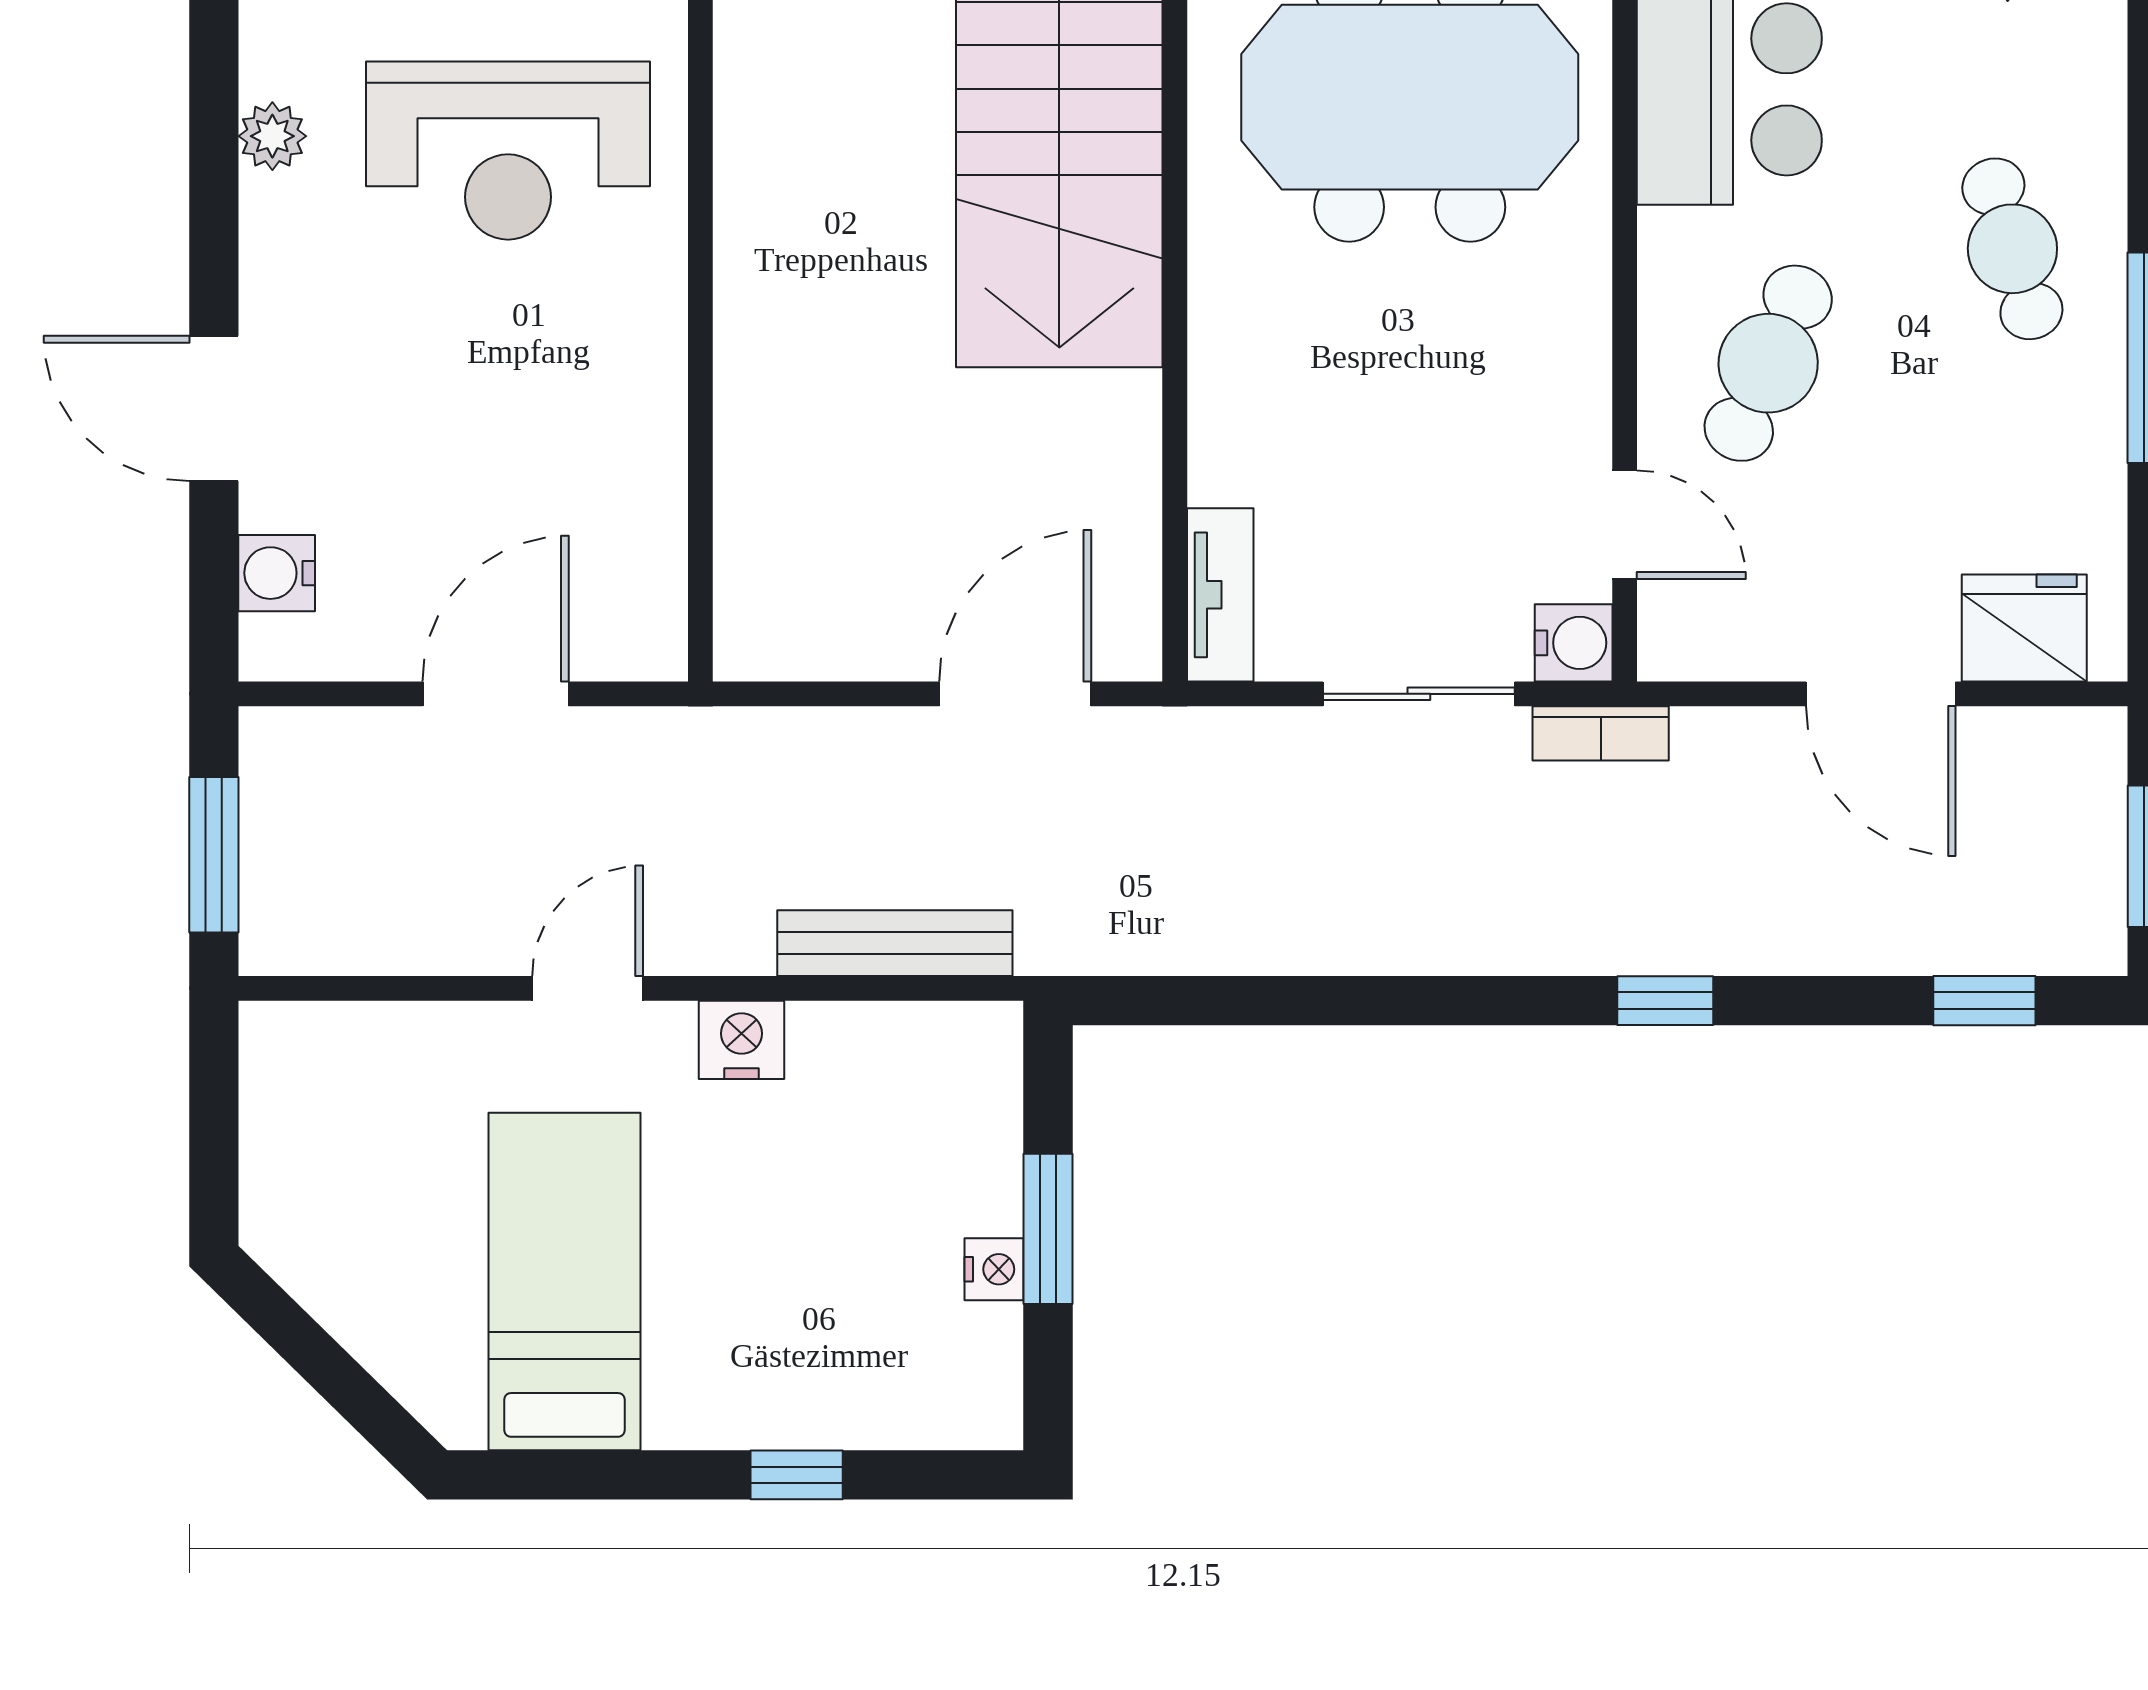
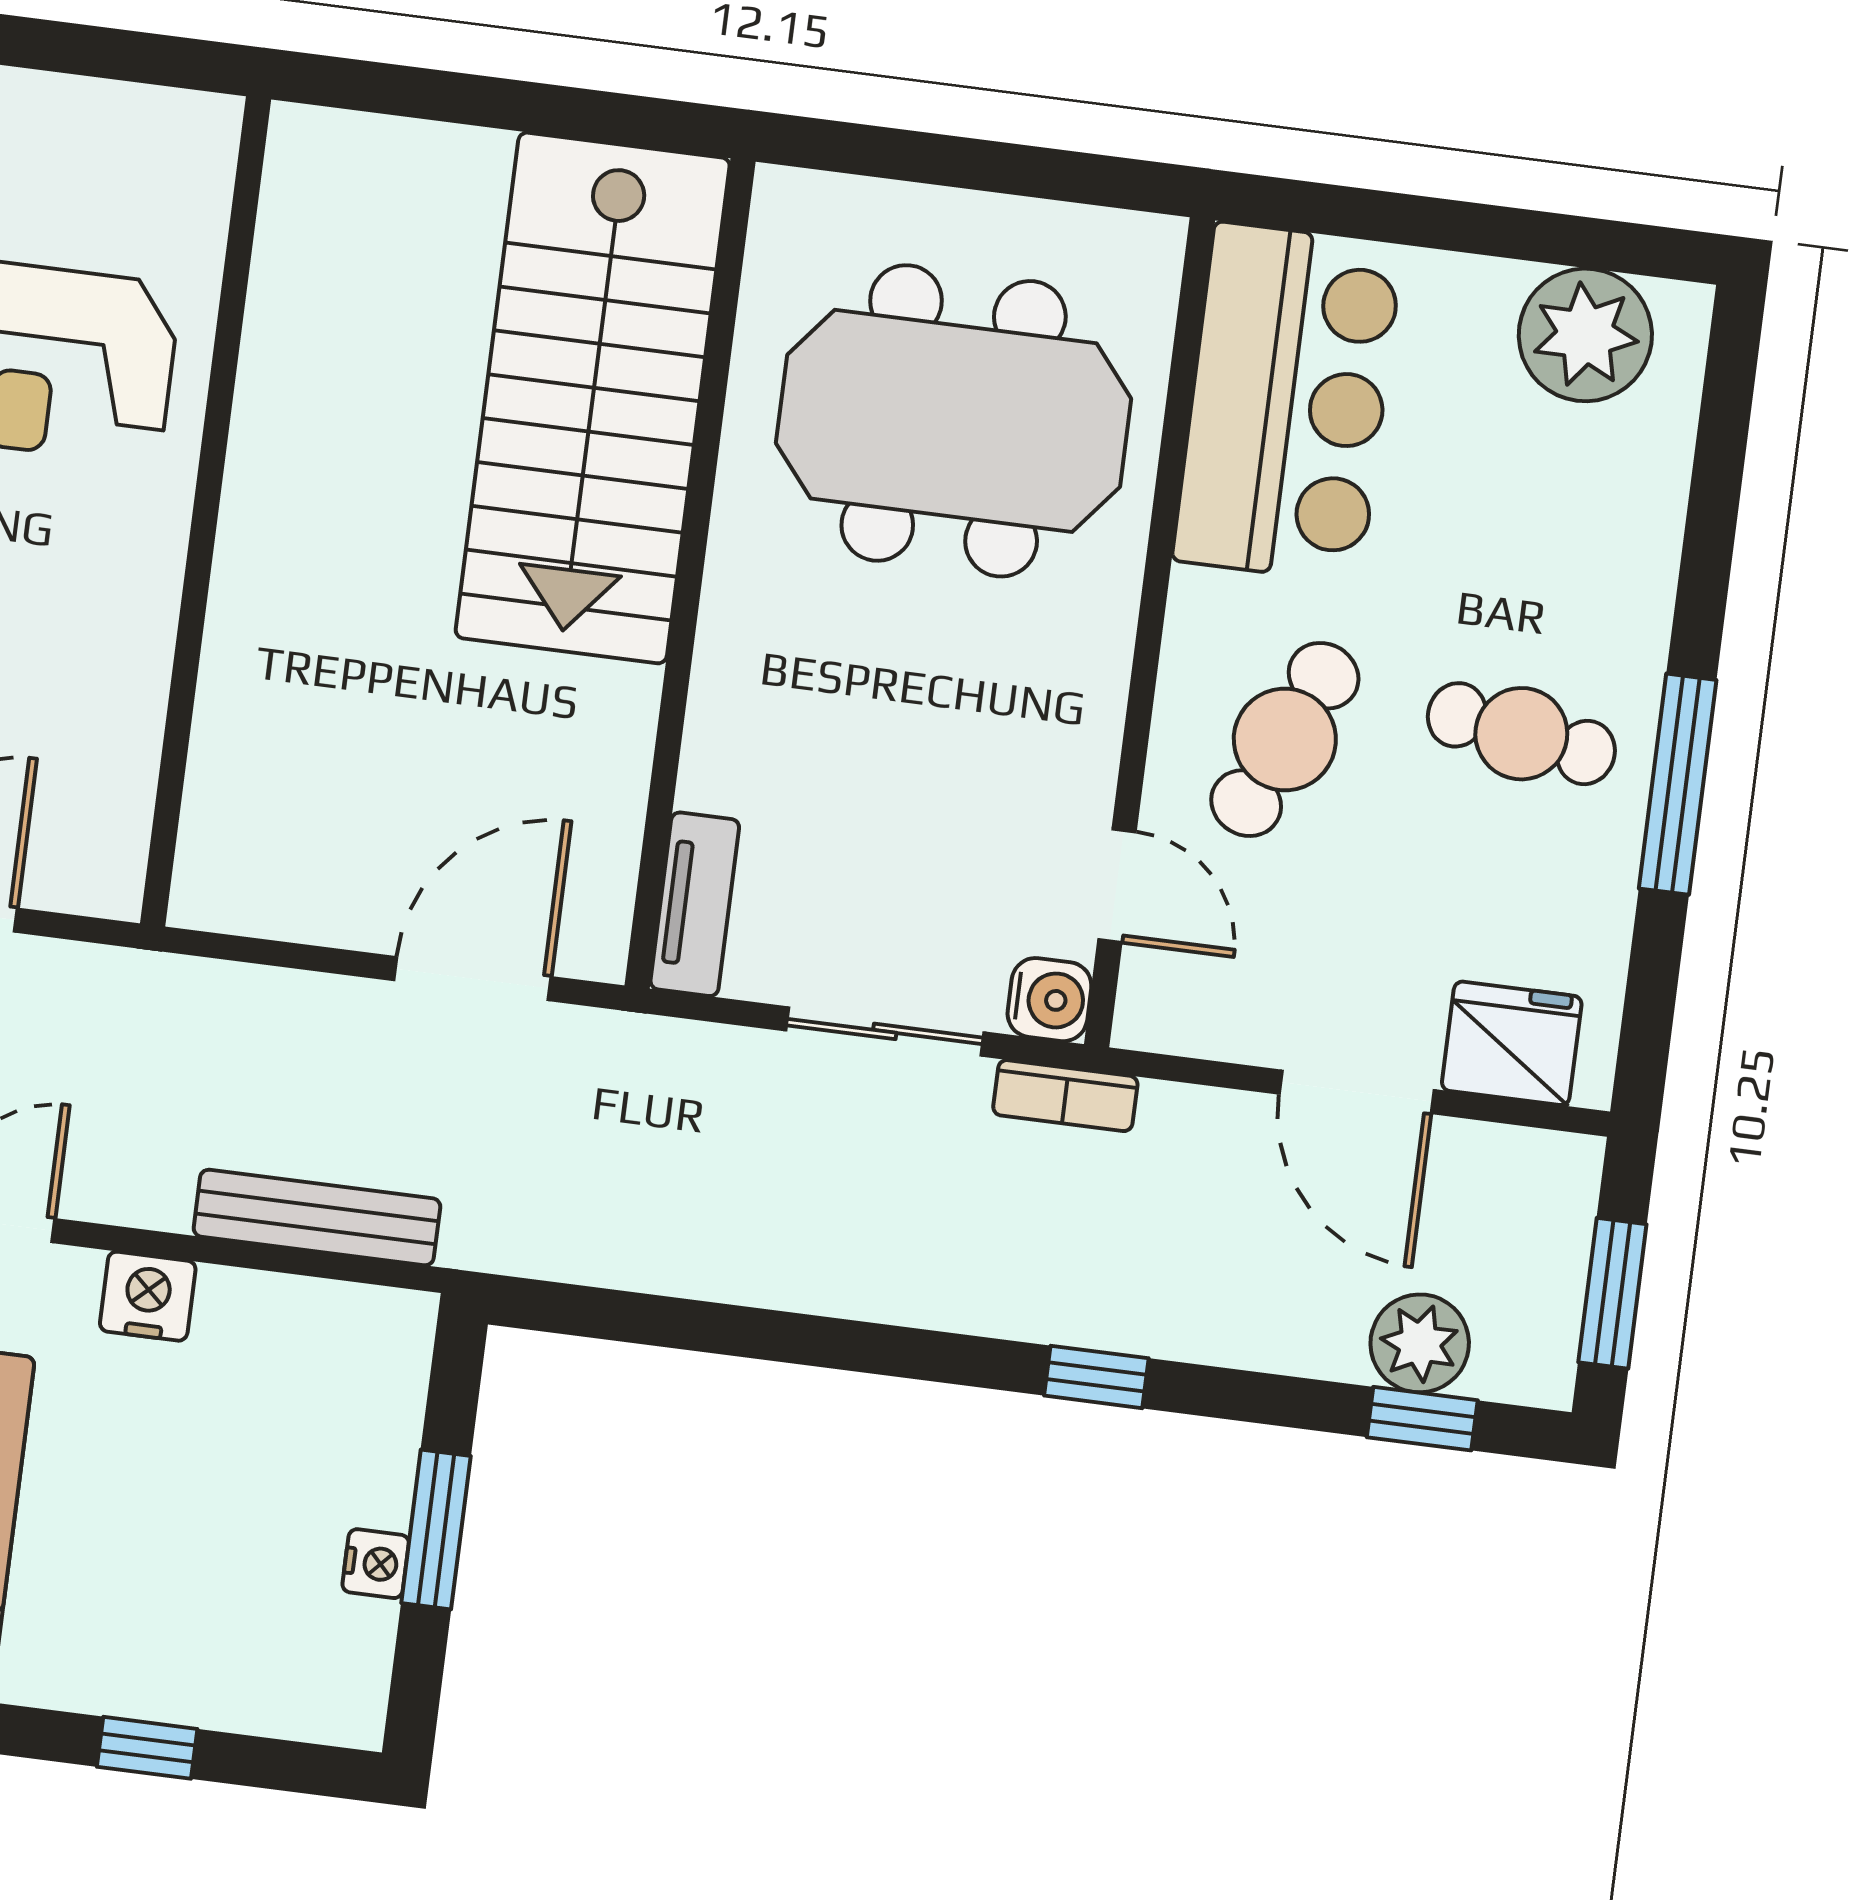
cafe table: (2012, 249) -> (1521, 734), moved, turned -64
plant: (1973, 928) -> (1420, 1343), added

